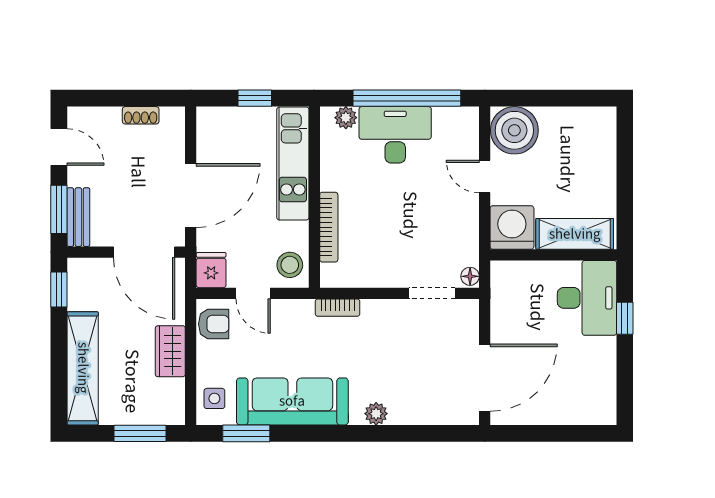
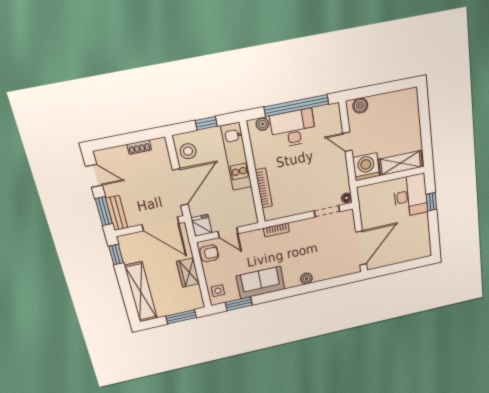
boiler: (514, 130) -> (360, 106), width x0.54, depth x0.54
stool: (290, 265) -> (188, 151), moved
sofa: (292, 401) -> (261, 283), width x0.73

